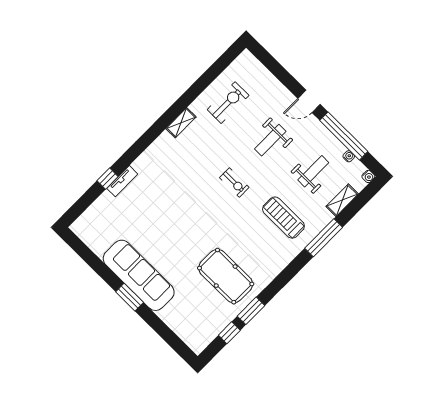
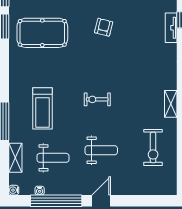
weight bench: (270, 140) -> (101, 150), turned 90
weight bench: (313, 171) -> (53, 158), turned -90
treadmill: (283, 218) -> (42, 108), turned 90
armchair: (174, 233) -> (104, 27), added

